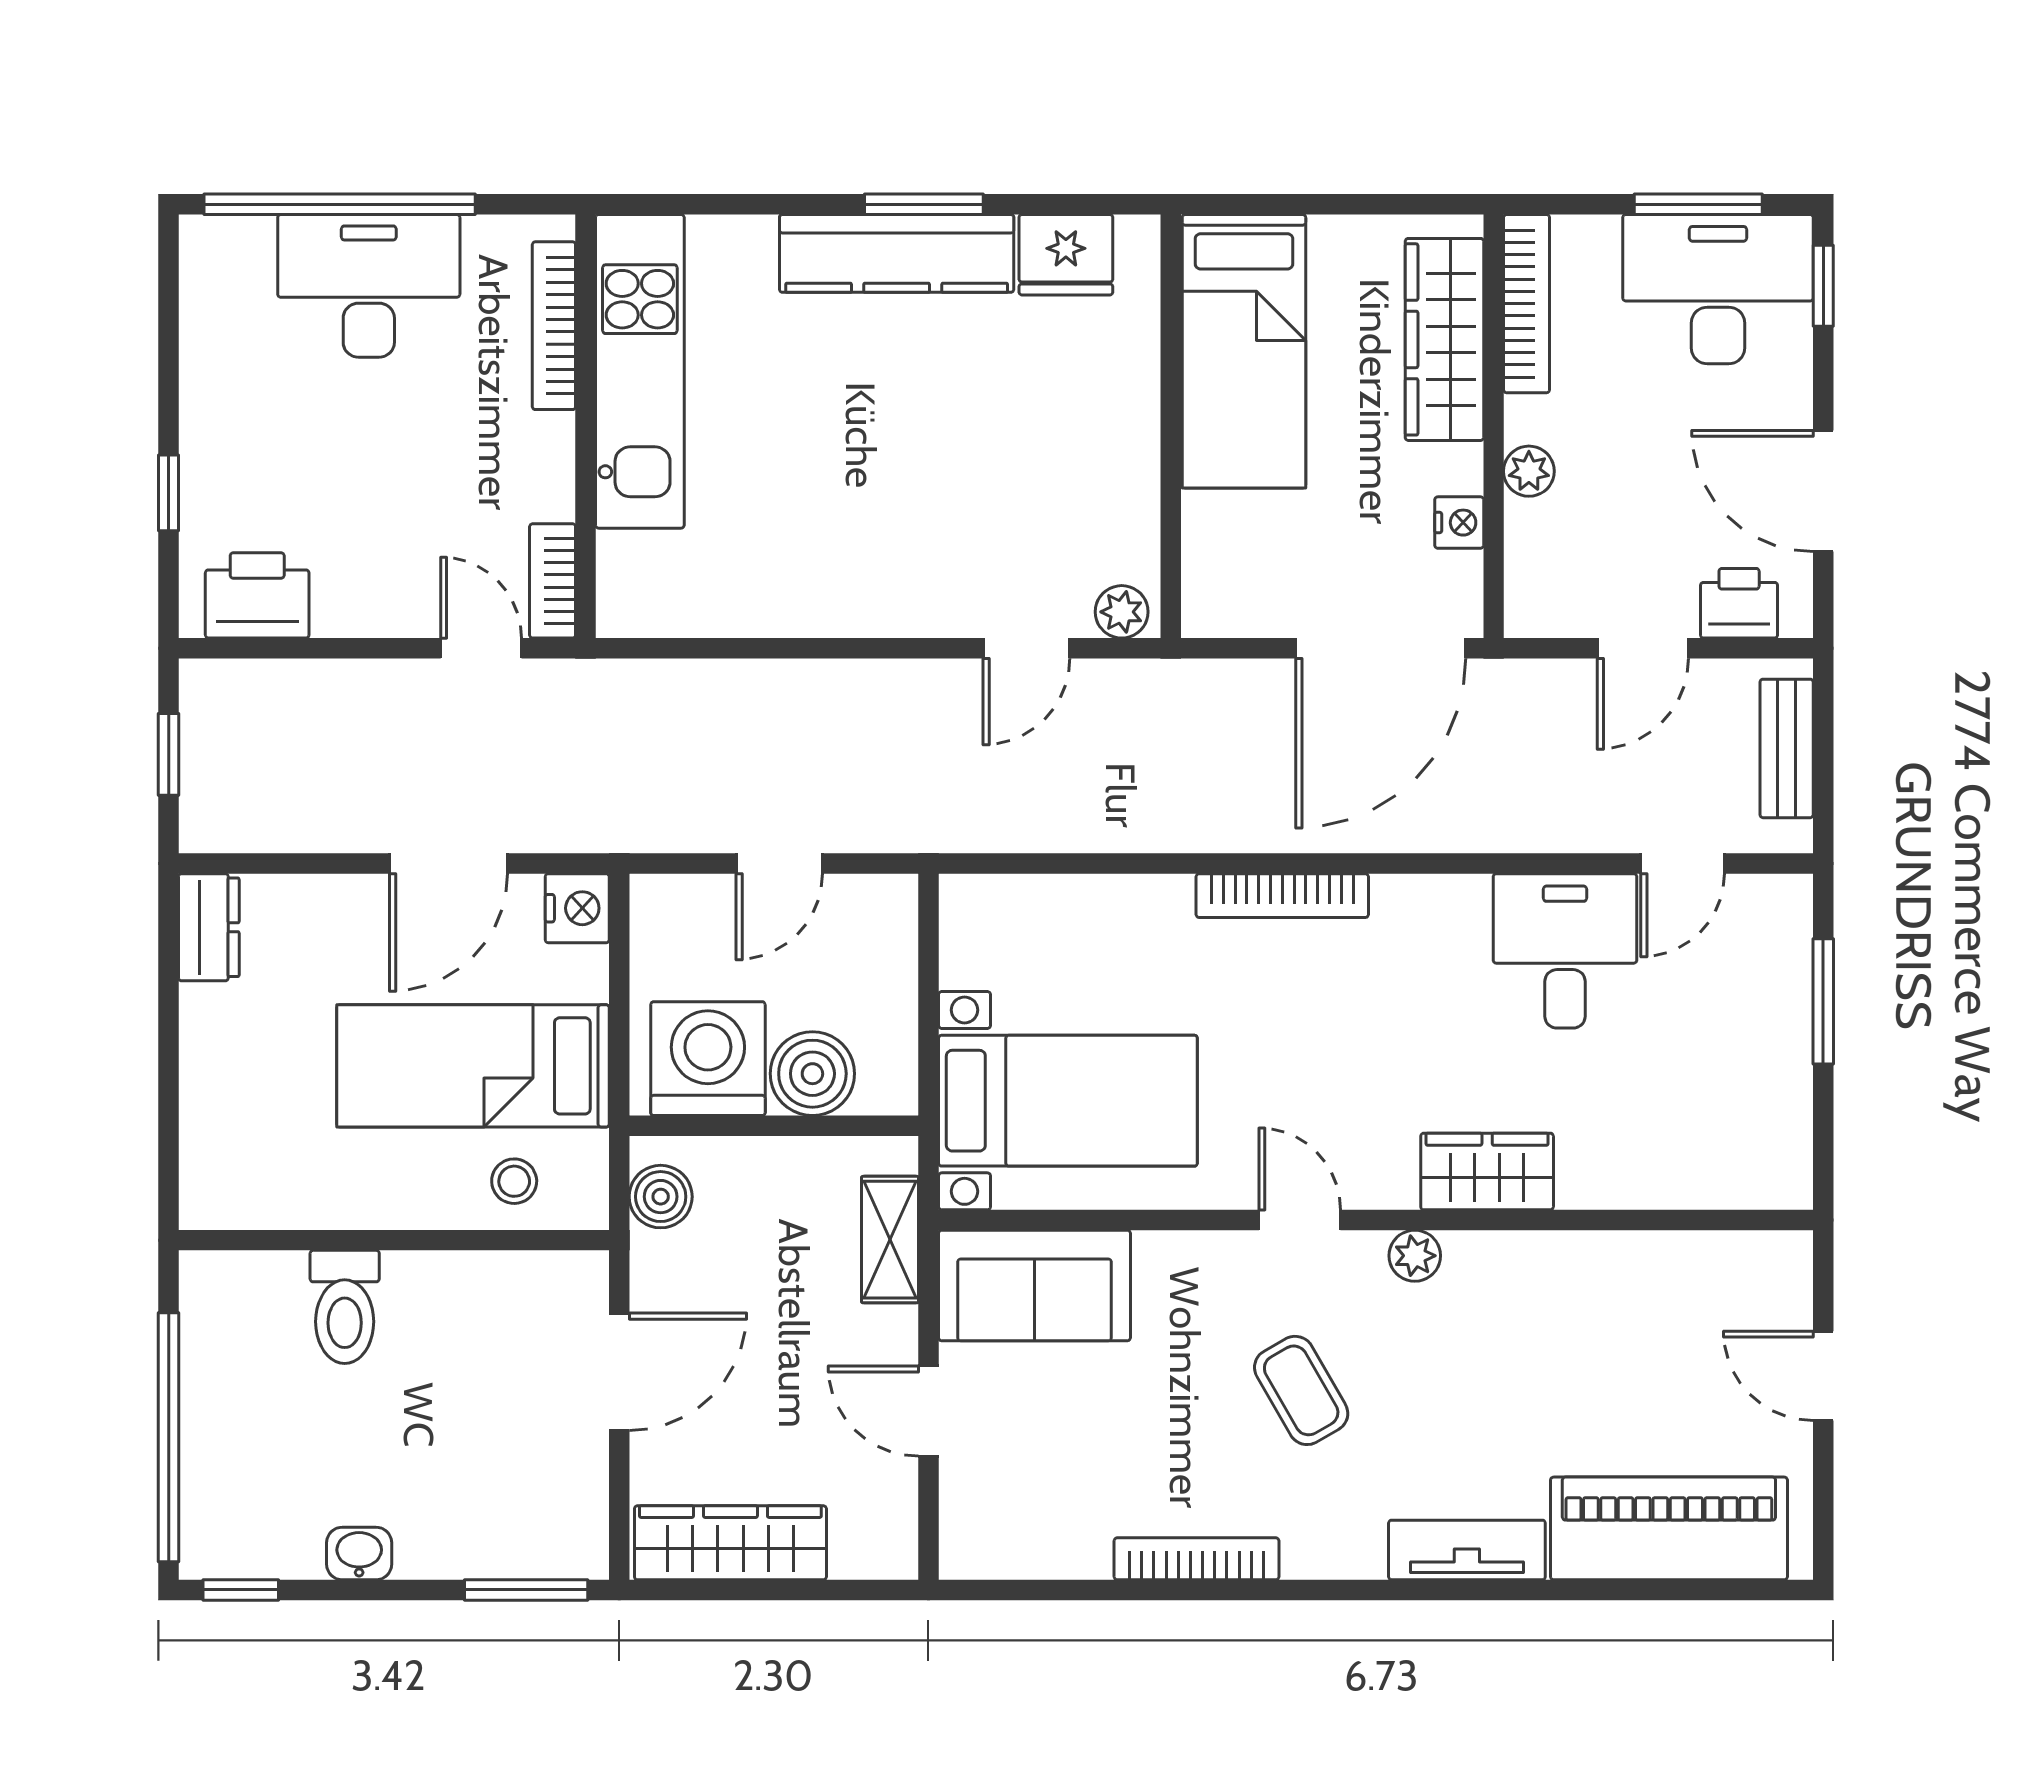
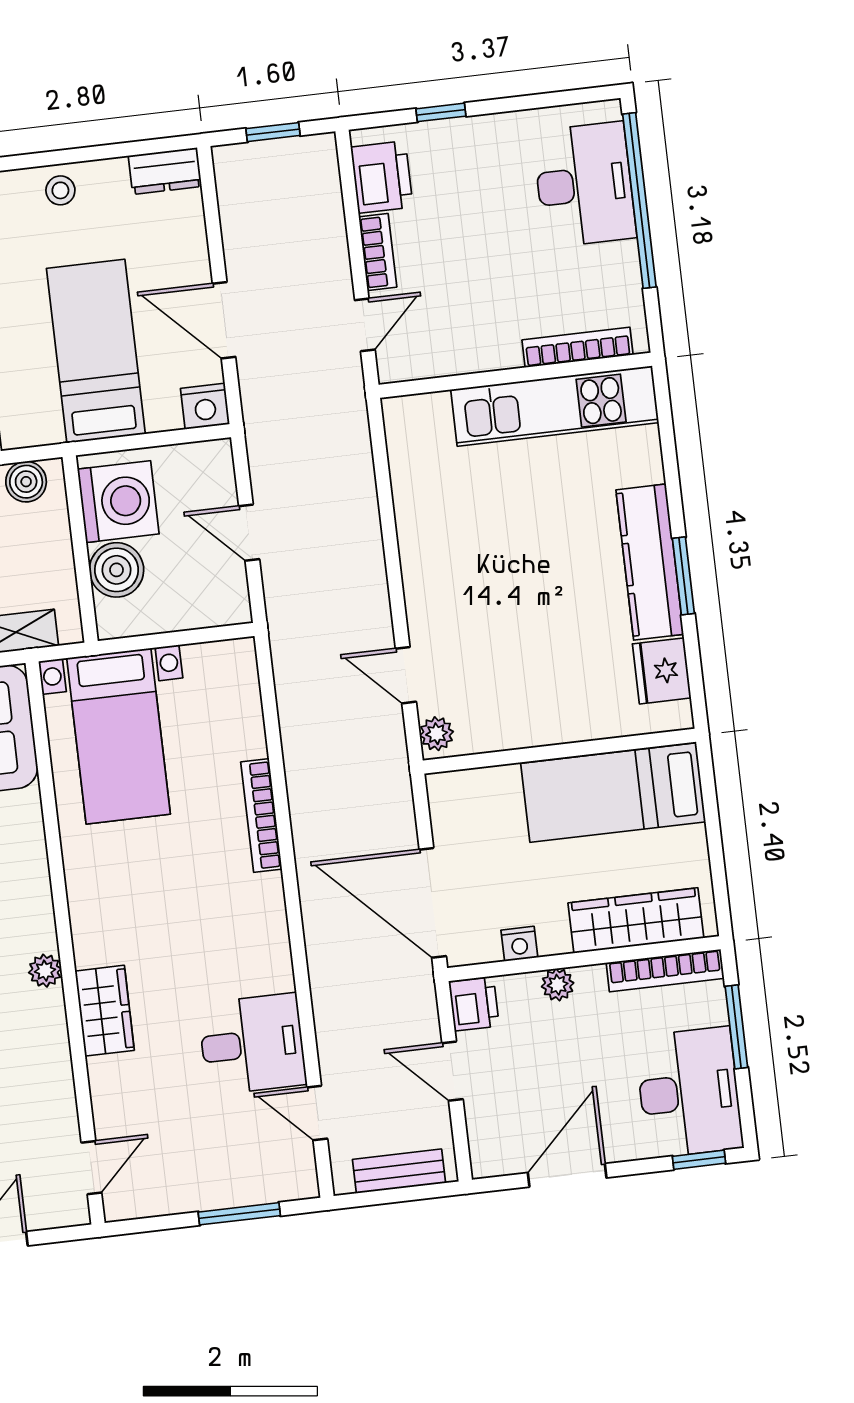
window: (1698, 204) -> (736, 1027), moved
desk: (369, 286) -> (584, 184), moved
bookcase: (553, 581) -> (378, 252), moved, turned 90
printer: (1739, 603) -> (474, 1004), moved
bookcase: (1282, 896) -> (261, 816), moved
stool: (514, 1181) -> (60, 190), moved
door: (1300, 1220) -> (91, 1168), moved

